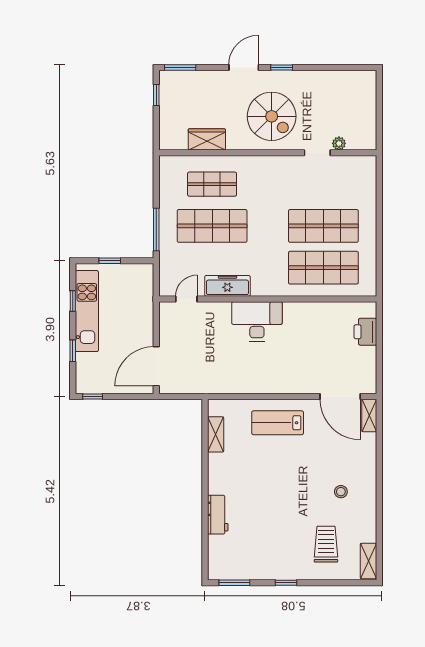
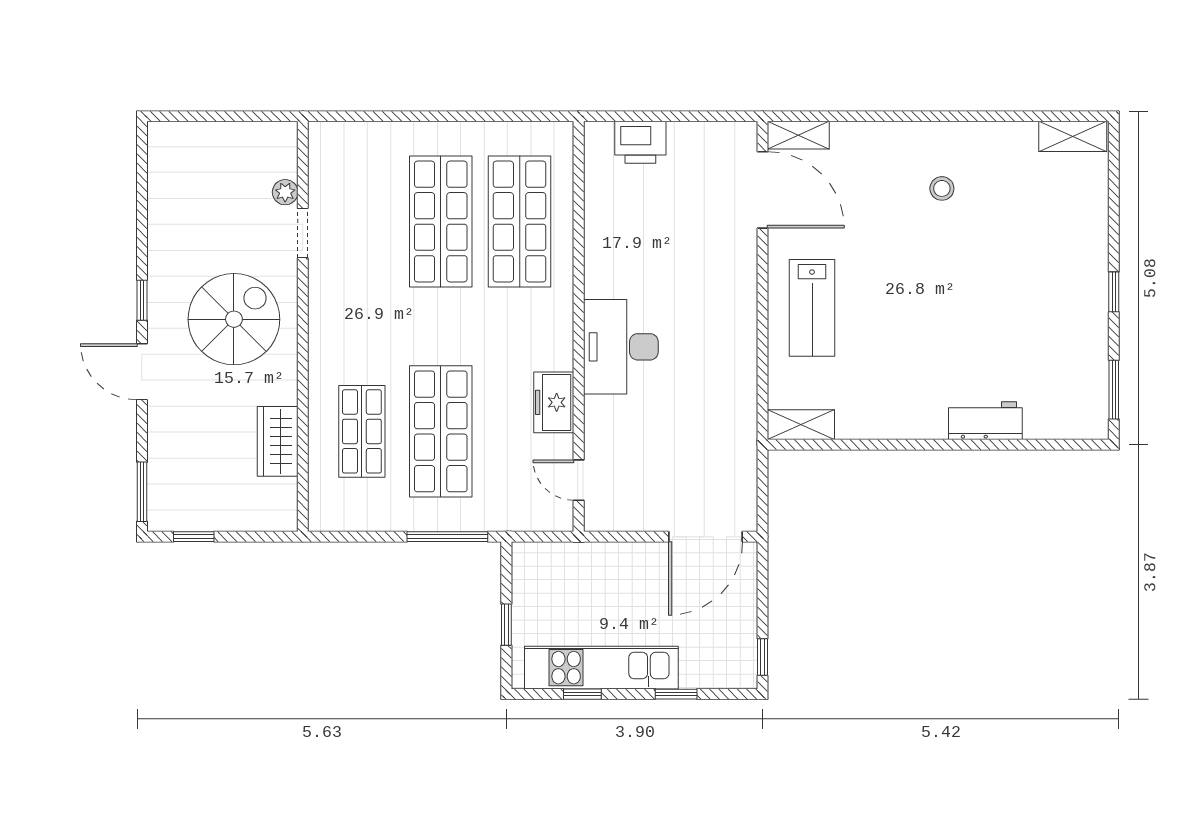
freezer: (227, 286) -> (554, 402), width x0.71
door: (156, 366) -> (706, 537), hinge flipped
door: (340, 397) -> (762, 190), hinge flipped
shelving: (216, 434) -> (801, 425), moved
trolley: (326, 544) -> (1041, 217), removed

